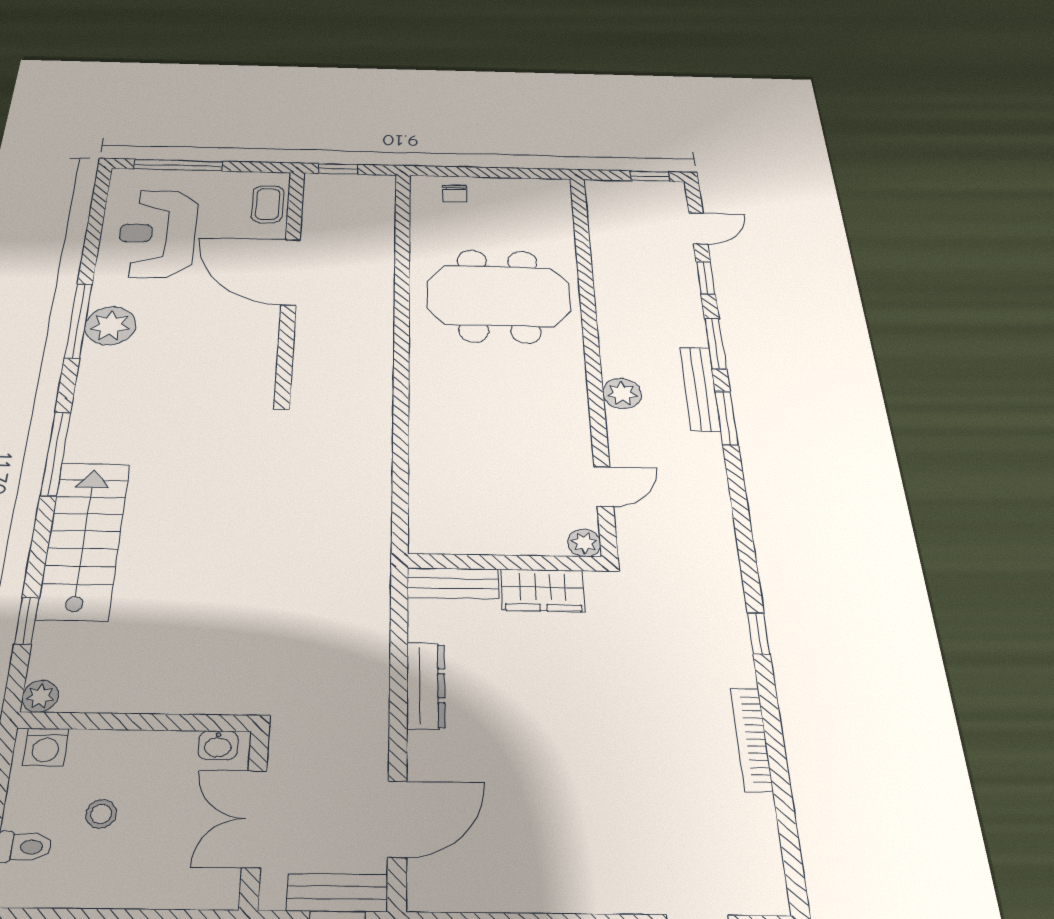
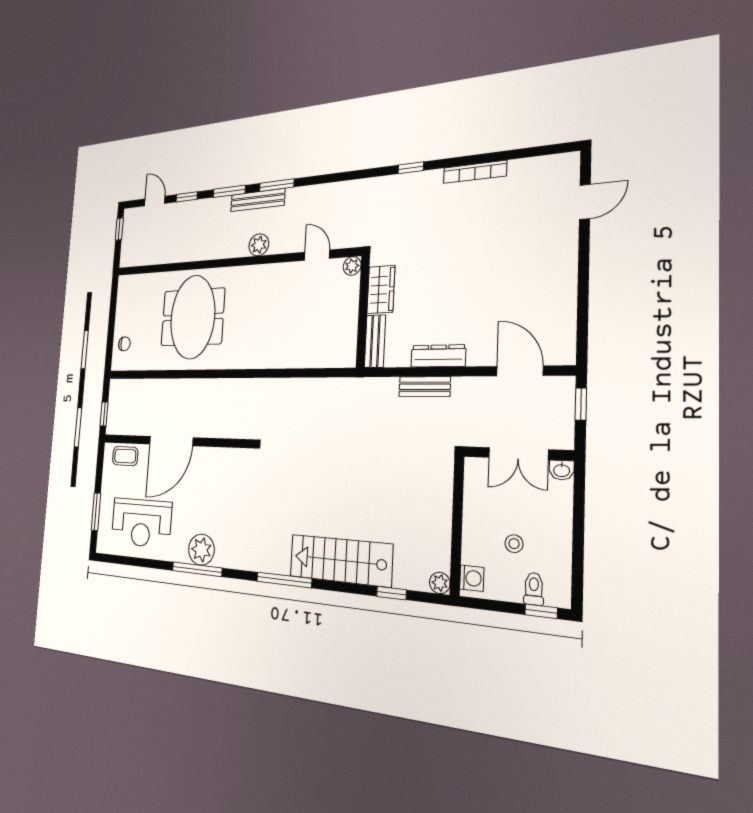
window: (178, 165) -> (96, 512), width x0.69
washbasin: (218, 745) -> (562, 470), moved, turned 90
bench: (337, 893) -> (425, 387), moved, turned 90

